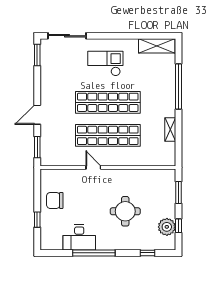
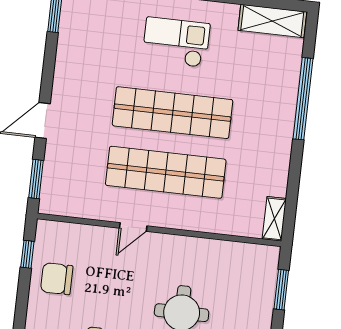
shelving: (170, 130) -> (274, 219), moved
door: (93, 167) -> (133, 227), swing flipped
window: (37, 220) -> (27, 254), moved

